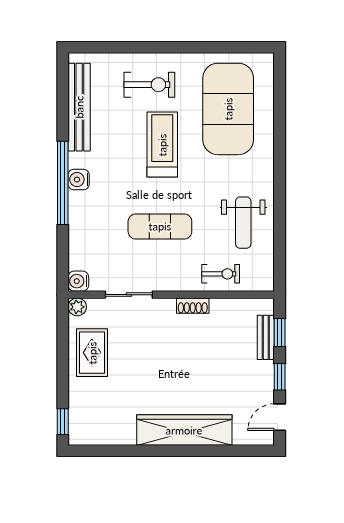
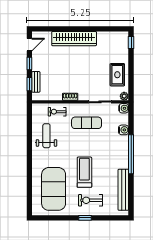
window: (161, 47) -> (85, 218), added
treadmill: (162, 145) -> (84, 172), turned 180
water cooler: (79, 180) -> (124, 130), moved
exercise mat: (160, 226) -> (87, 123), moved

